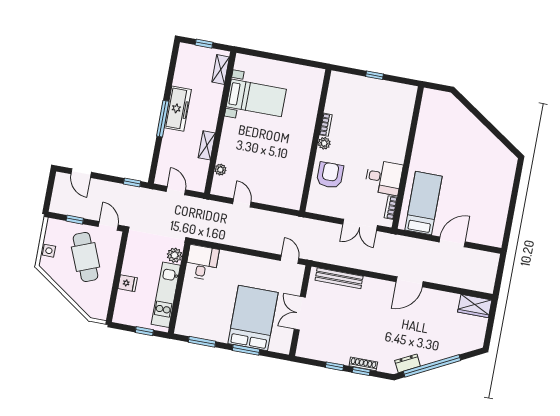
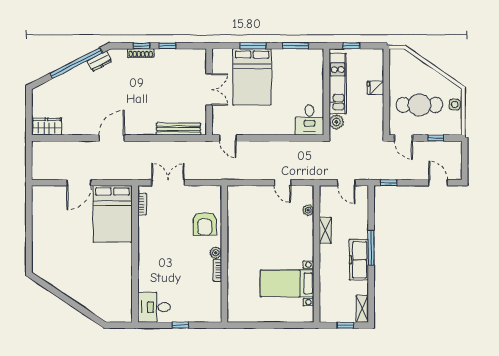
shelving: (221, 69) -> (362, 309), moved
desk: (384, 177) -> (154, 307), moved
bed: (423, 203) -> (112, 214), width x1.50
cafe table: (86, 257) -> (419, 105), turned -68

